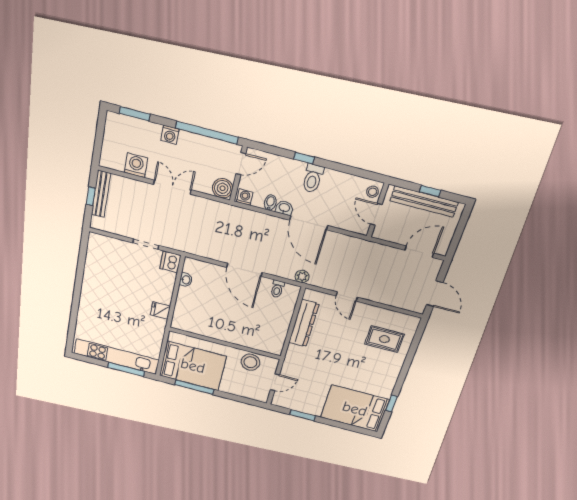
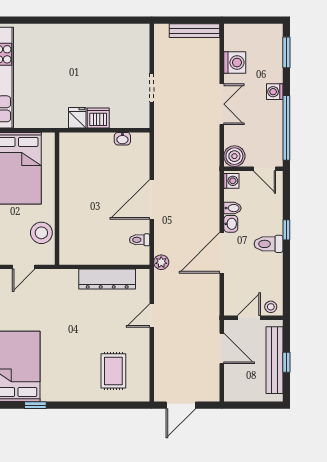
window: (91, 196) -> (189, 20), removed
door: (419, 252) -> (222, 348), moved
dishwasher: (170, 262) -> (98, 118), moved
door: (275, 382) -> (24, 267), hinge flipped

